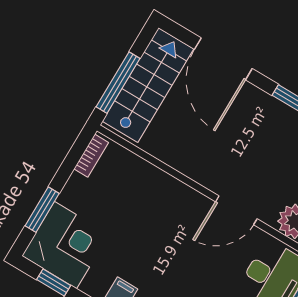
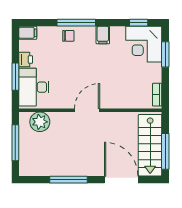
window: (118, 83) -> (165, 151), moved
door: (236, 210) -> (87, 110), moved

